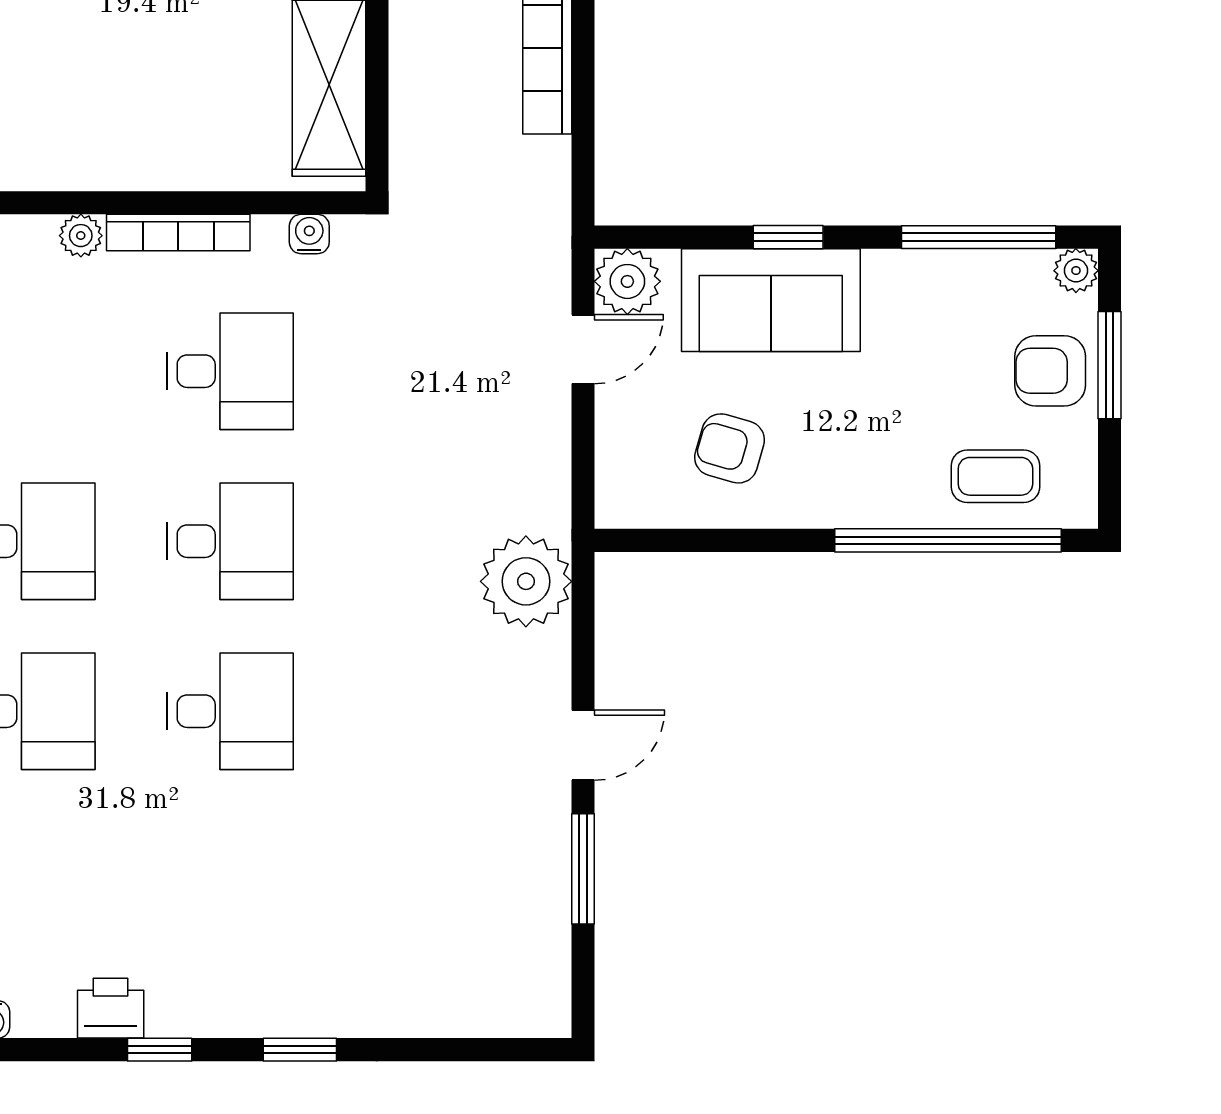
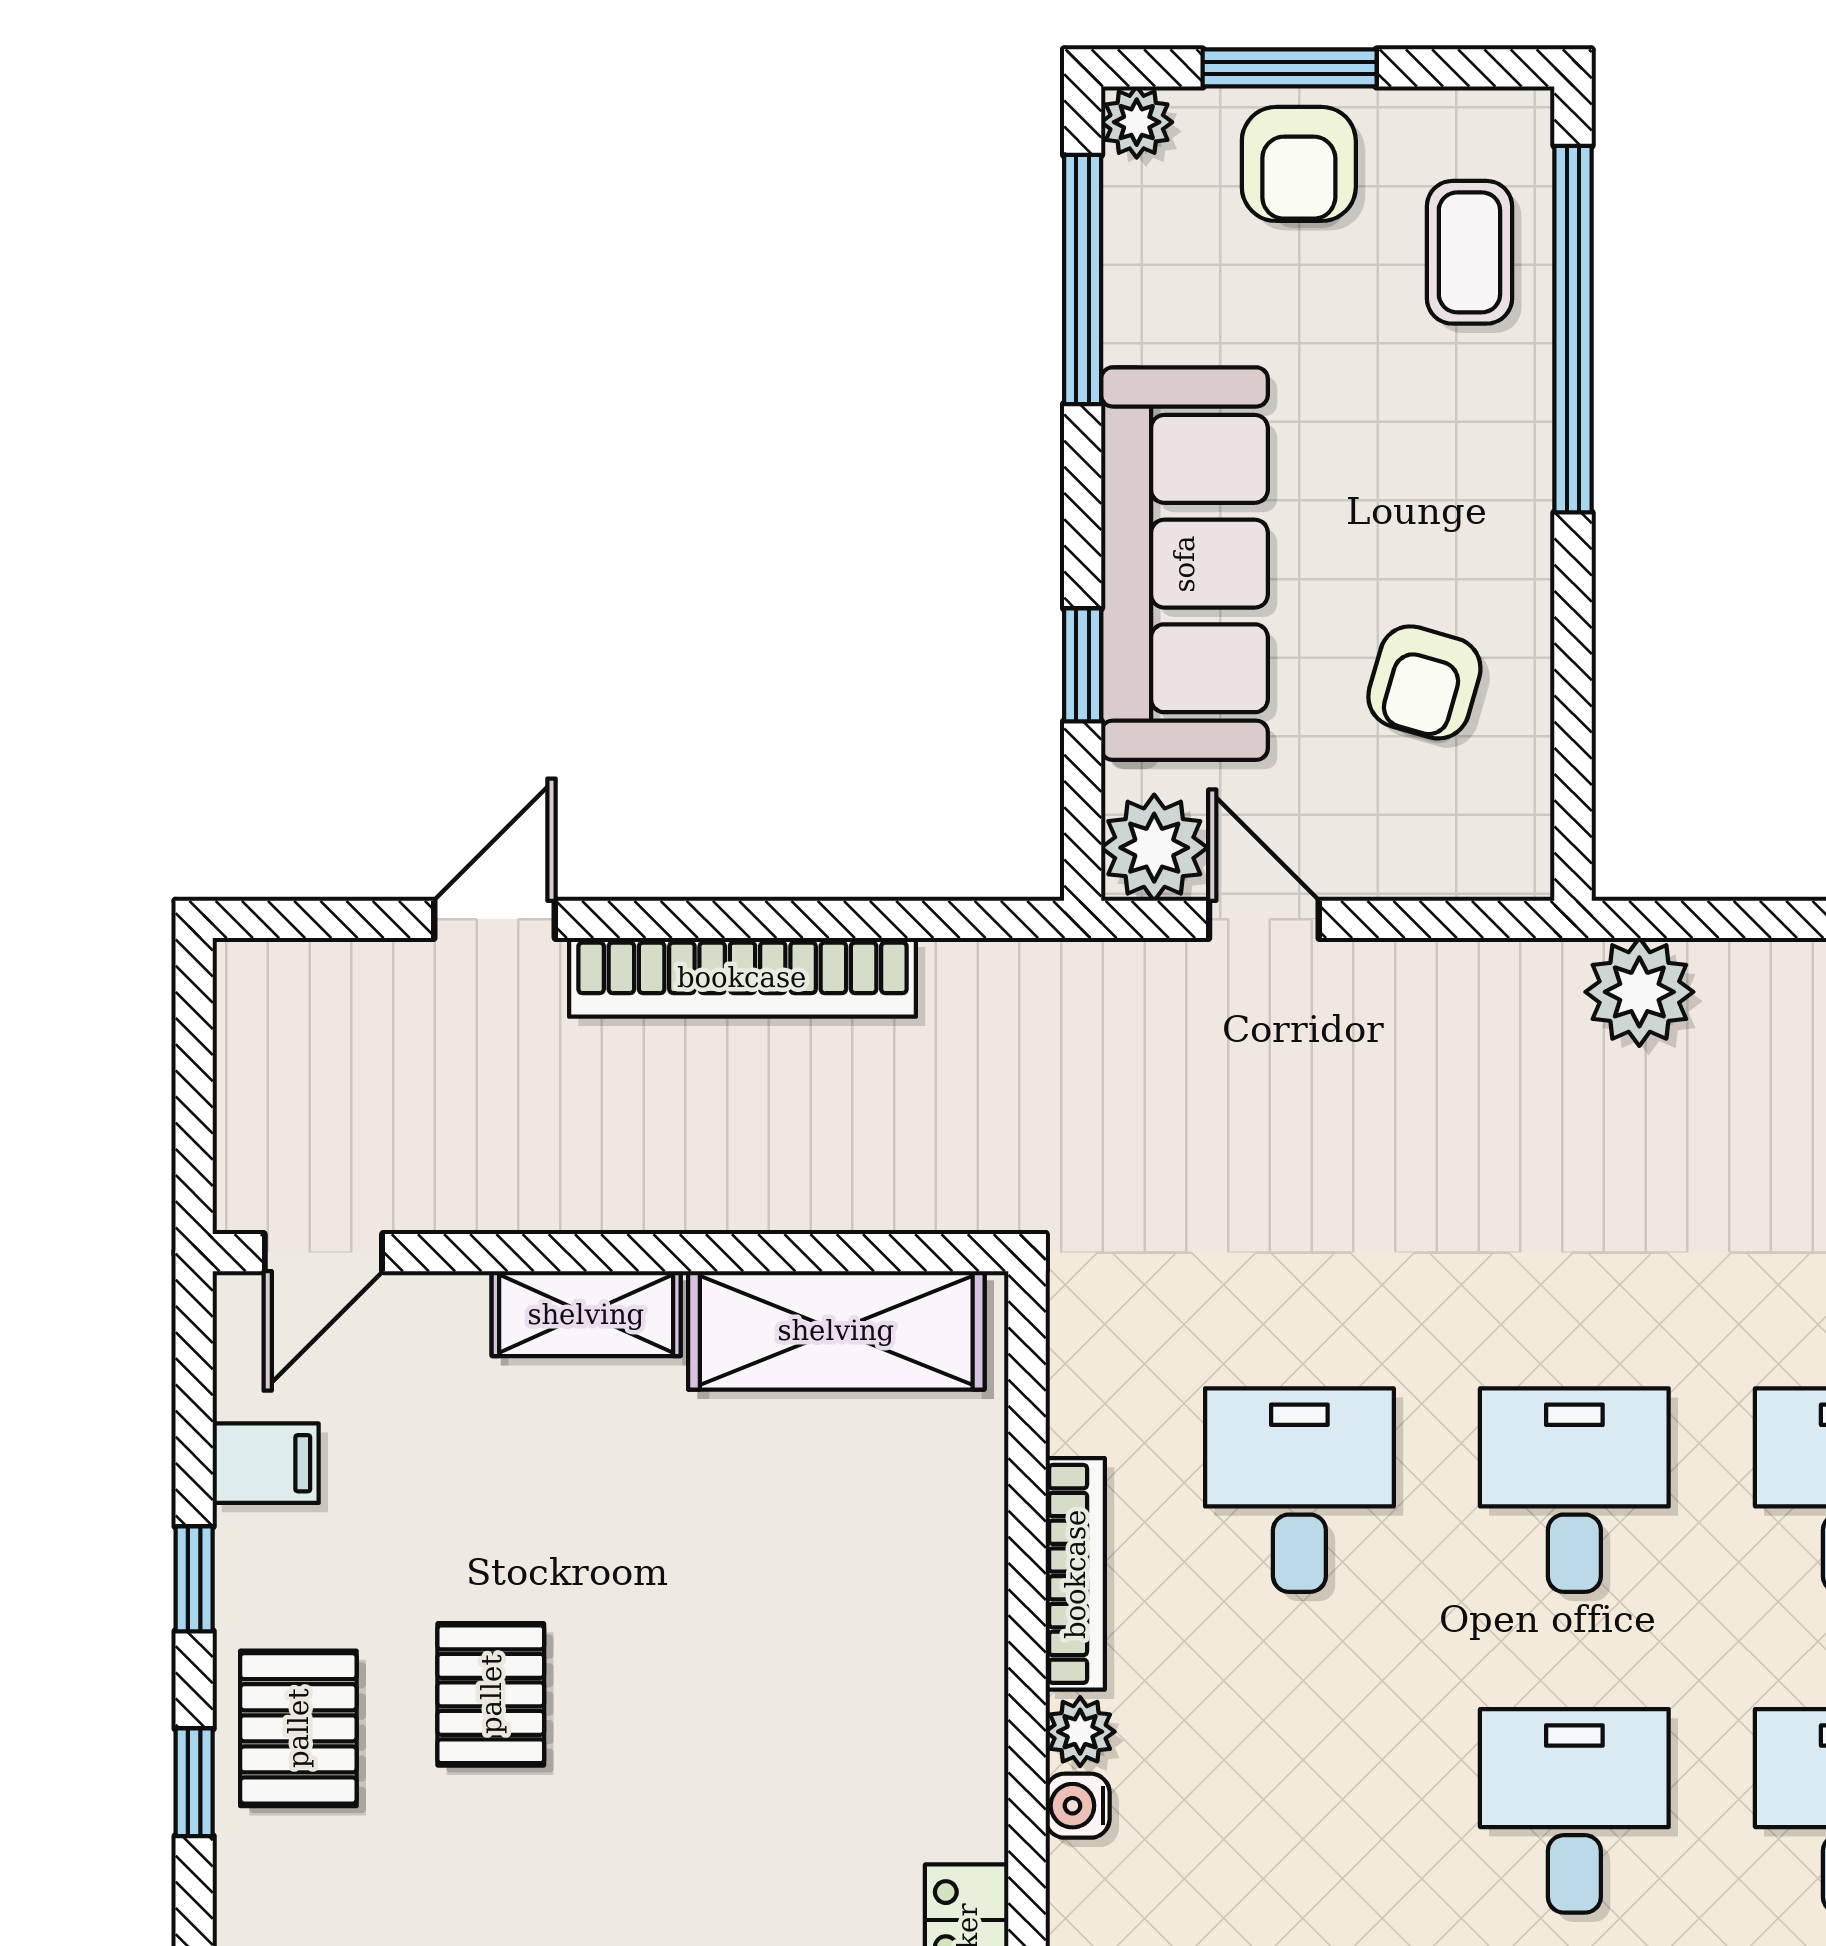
water cooler: (309, 234) -> (1078, 1806), moved
window: (788, 237) -> (1083, 665), moved
sofa: (771, 300) -> (1184, 564), width x1.36
plant: (526, 581) -> (1639, 992), width x0.73, depth x0.73

